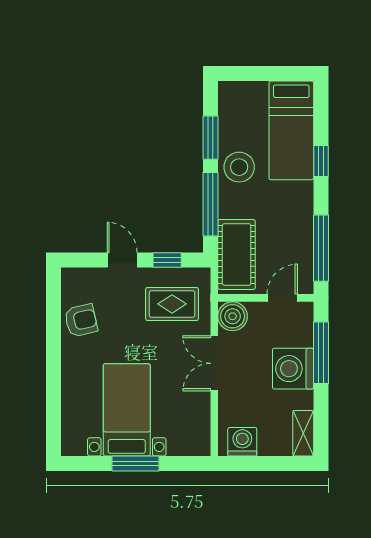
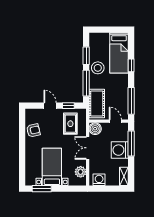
door: (282, 298) -> (115, 121), hinge flipped
rug: (172, 304) -> (70, 124), turned 90
plant: (197, 422) -> (81, 172), added
window: (135, 463) -> (42, 189), moved

